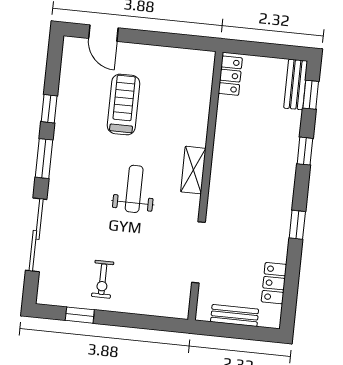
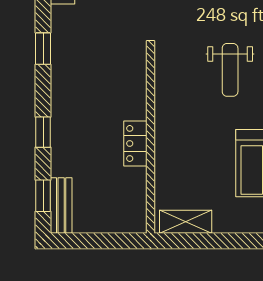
locker: (230, 76) -> (135, 143), moved
shelving: (193, 170) -> (186, 222), moved, turned 90

